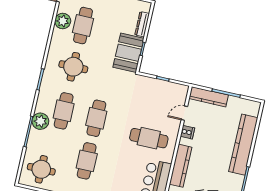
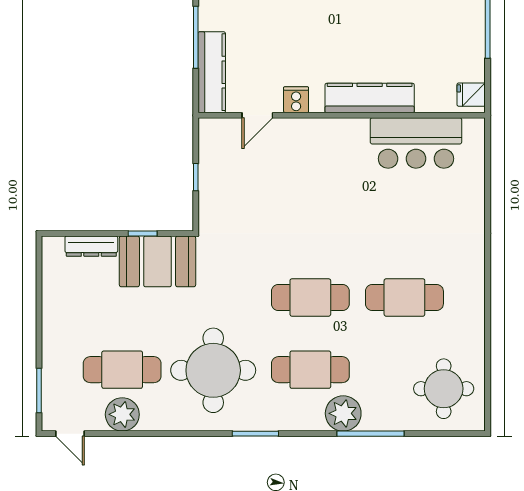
round table: (73, 67) -> (213, 370), width x1.36, depth x1.36
door: (184, 113) -> (257, 115), hinge flipped
cafe table: (149, 138) -> (327, 178), removed

